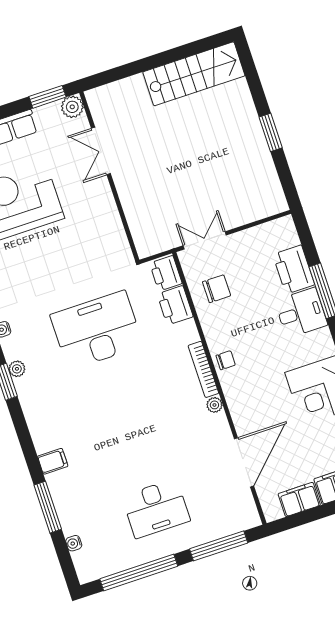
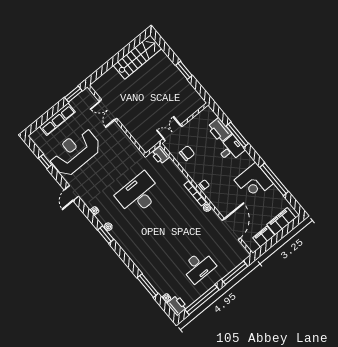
plant: (72, 107) -> (87, 94), removed
printer: (175, 305) -> (177, 305), moved, turned 180
filing cabinet: (53, 461) -> (142, 263), removed

